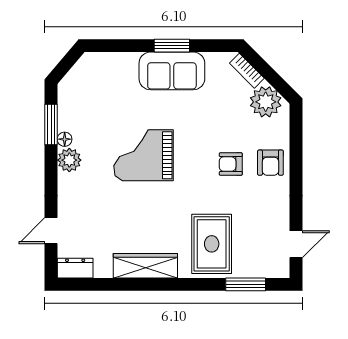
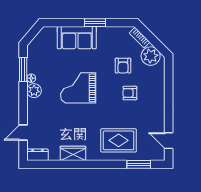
sofa: (172, 71) -> (77, 38), moved
armchair: (270, 163) -> (123, 66), moved
rug: (212, 244) -> (119, 140), turned 90
door: (296, 244) -> (169, 141), swing flipped
wardrobe: (145, 266) -> (73, 153), width x0.67

